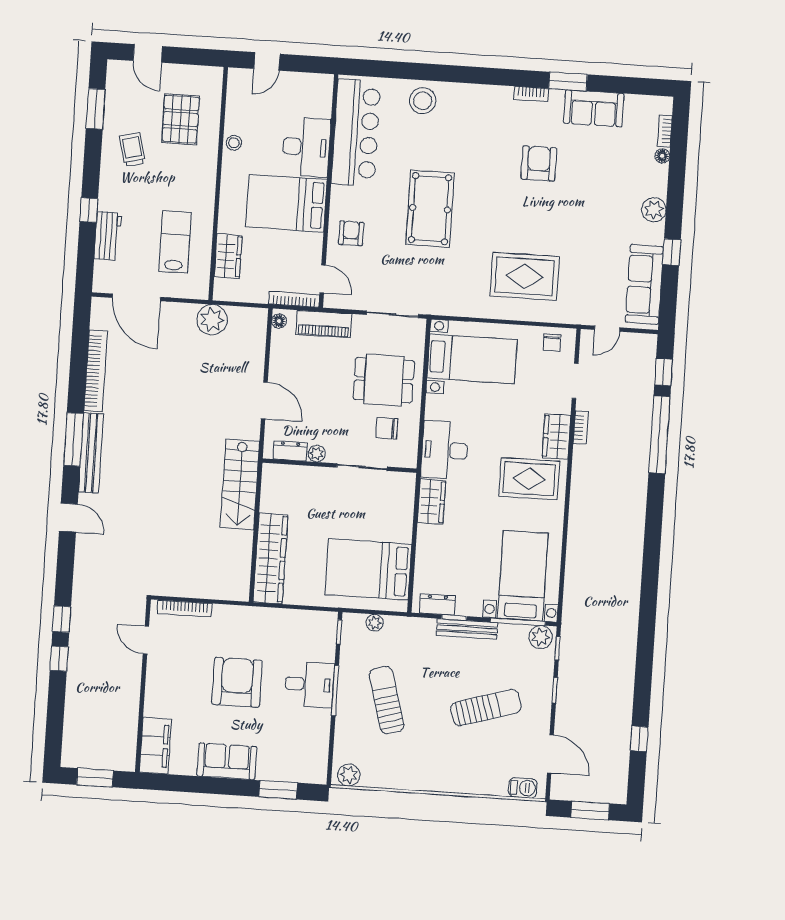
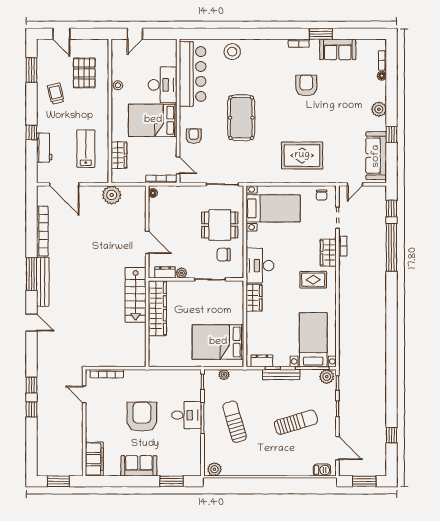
piano: (324, 324) -> (181, 193), removed
rug: (529, 479) -> (313, 280), width x0.73, depth x0.70
wardrobe: (270, 558) -> (157, 308), moved

